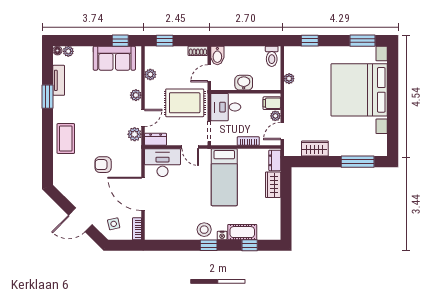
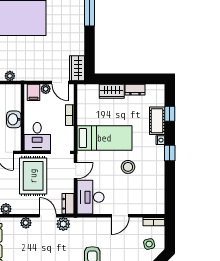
wardrobe: (315, 149) -> (77, 68), moved
dresser: (275, 160) -> (135, 90), moved
door: (143, 194) -> (120, 216), width x0.53
stool: (204, 230) -> (128, 167), moved

